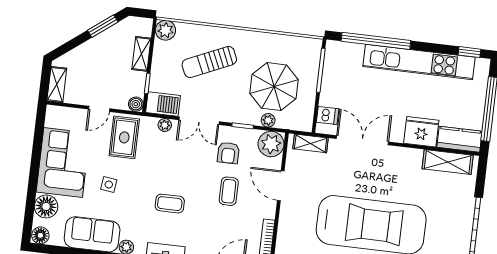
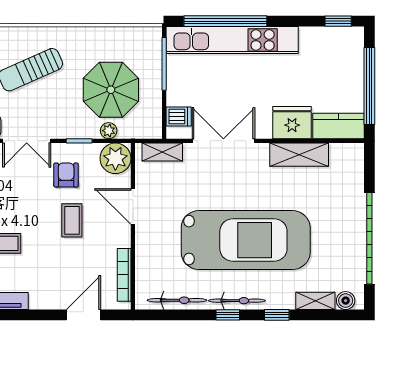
kitchen unit: (419, 62) -> (232, 40), moved
armchair: (228, 153) -> (66, 175), turned 180
shelving: (448, 162) -> (299, 155), moved

